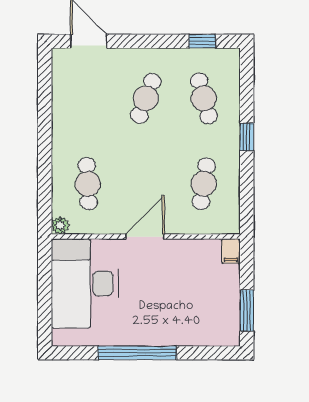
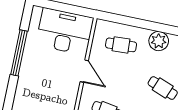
plant: (60, 225) -> (159, 41), moved, width x1.88, depth x1.88

